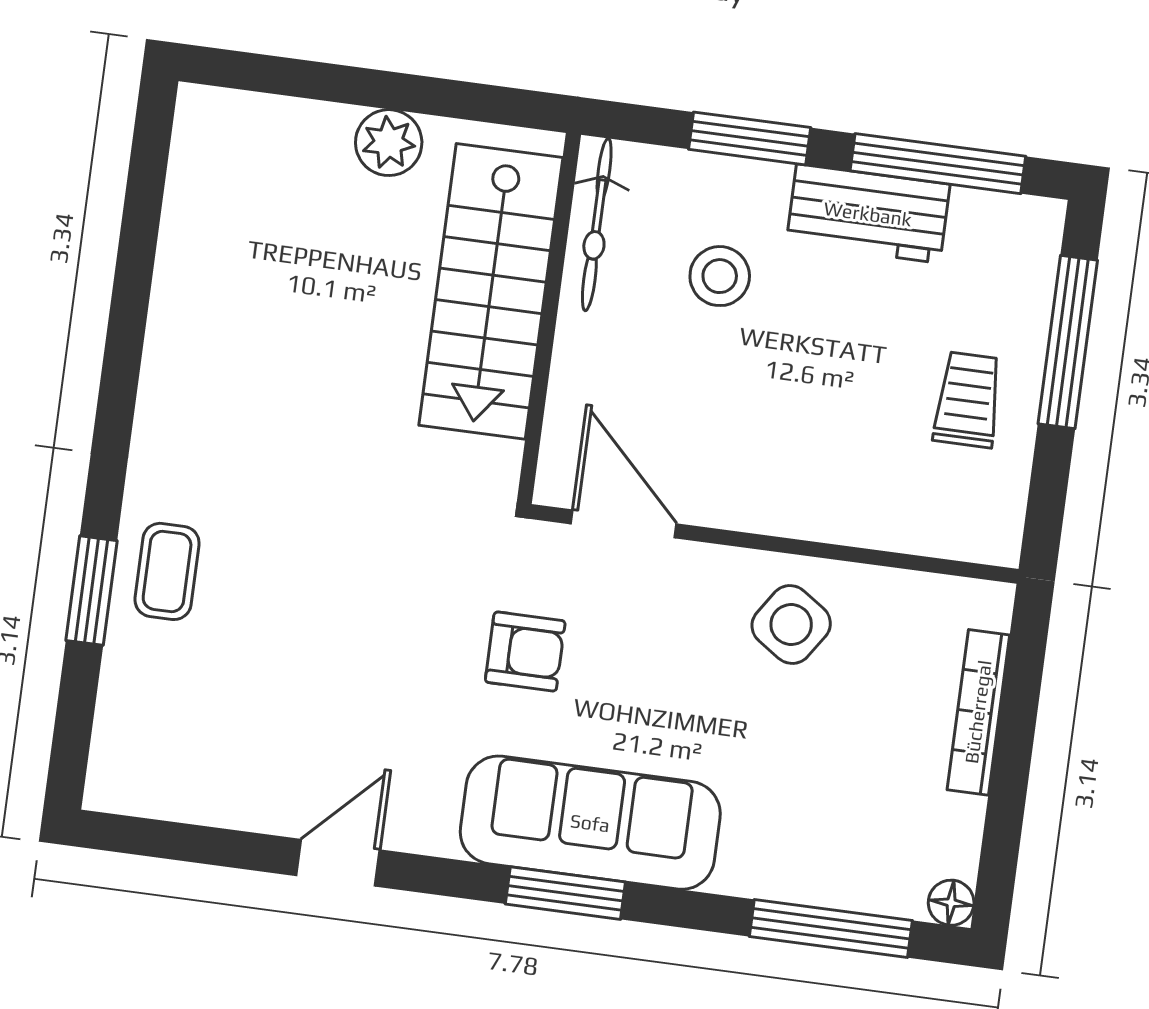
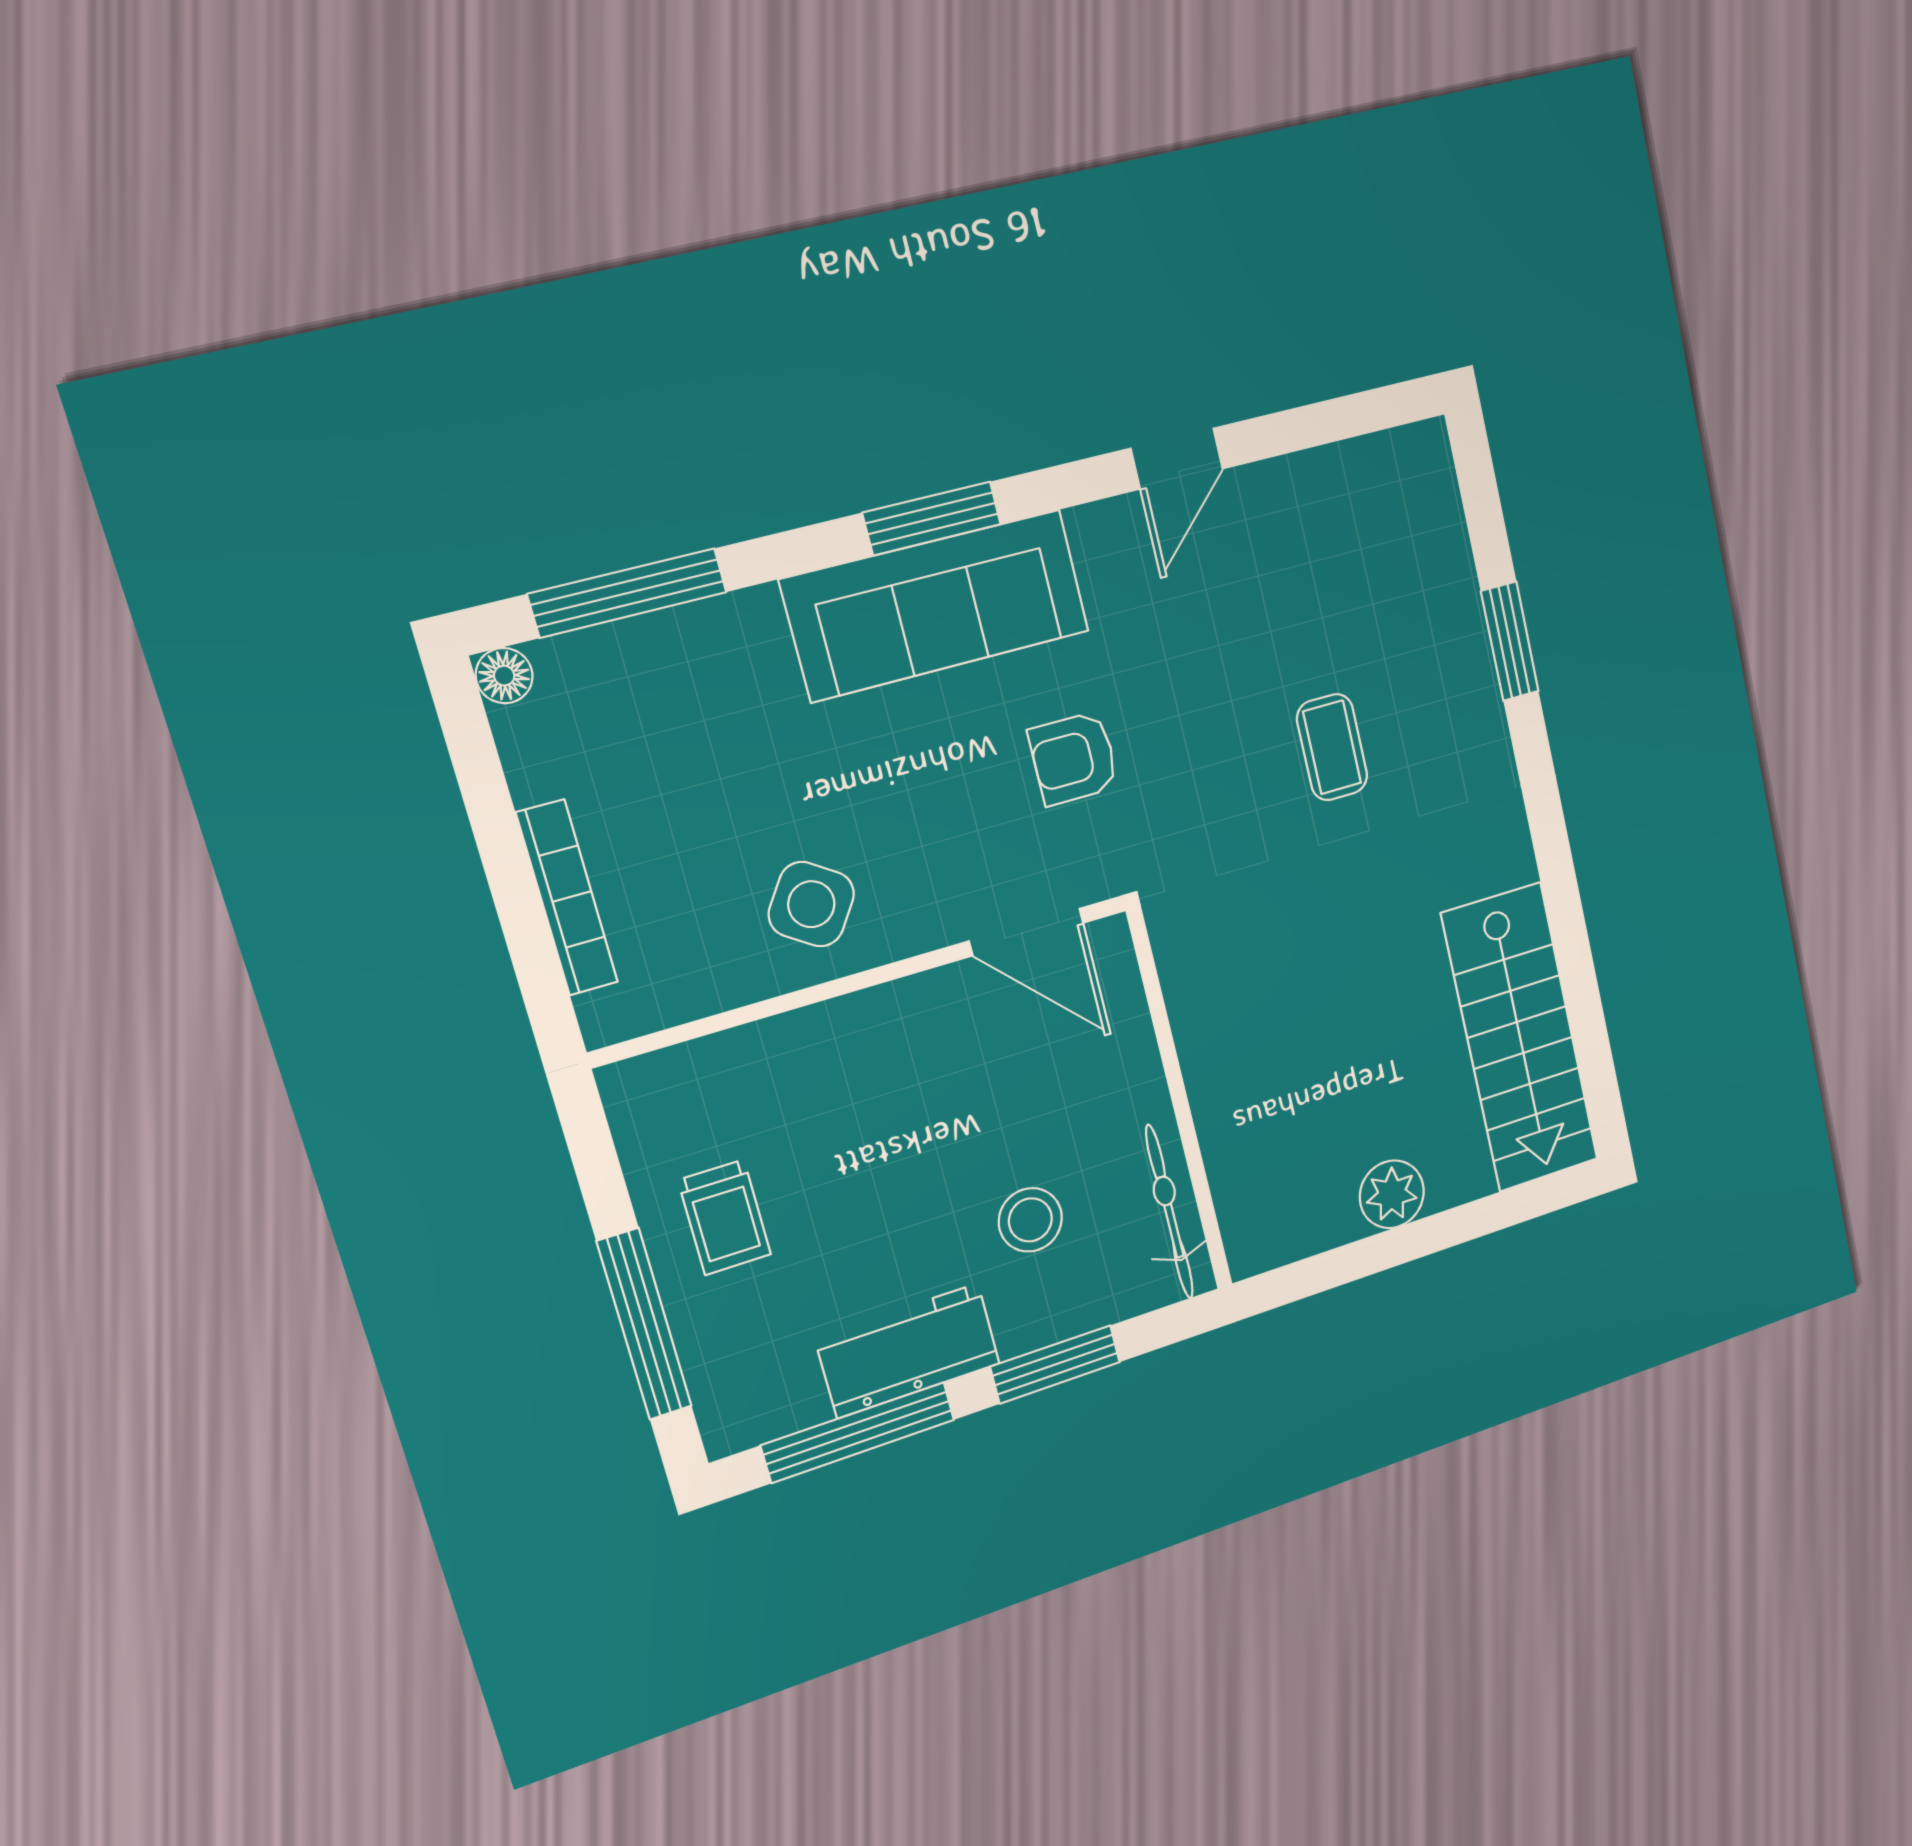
stairs: (491, 291) -> (1520, 1038), moved, turned 180
coffee table: (167, 571) -> (1332, 747), moved

